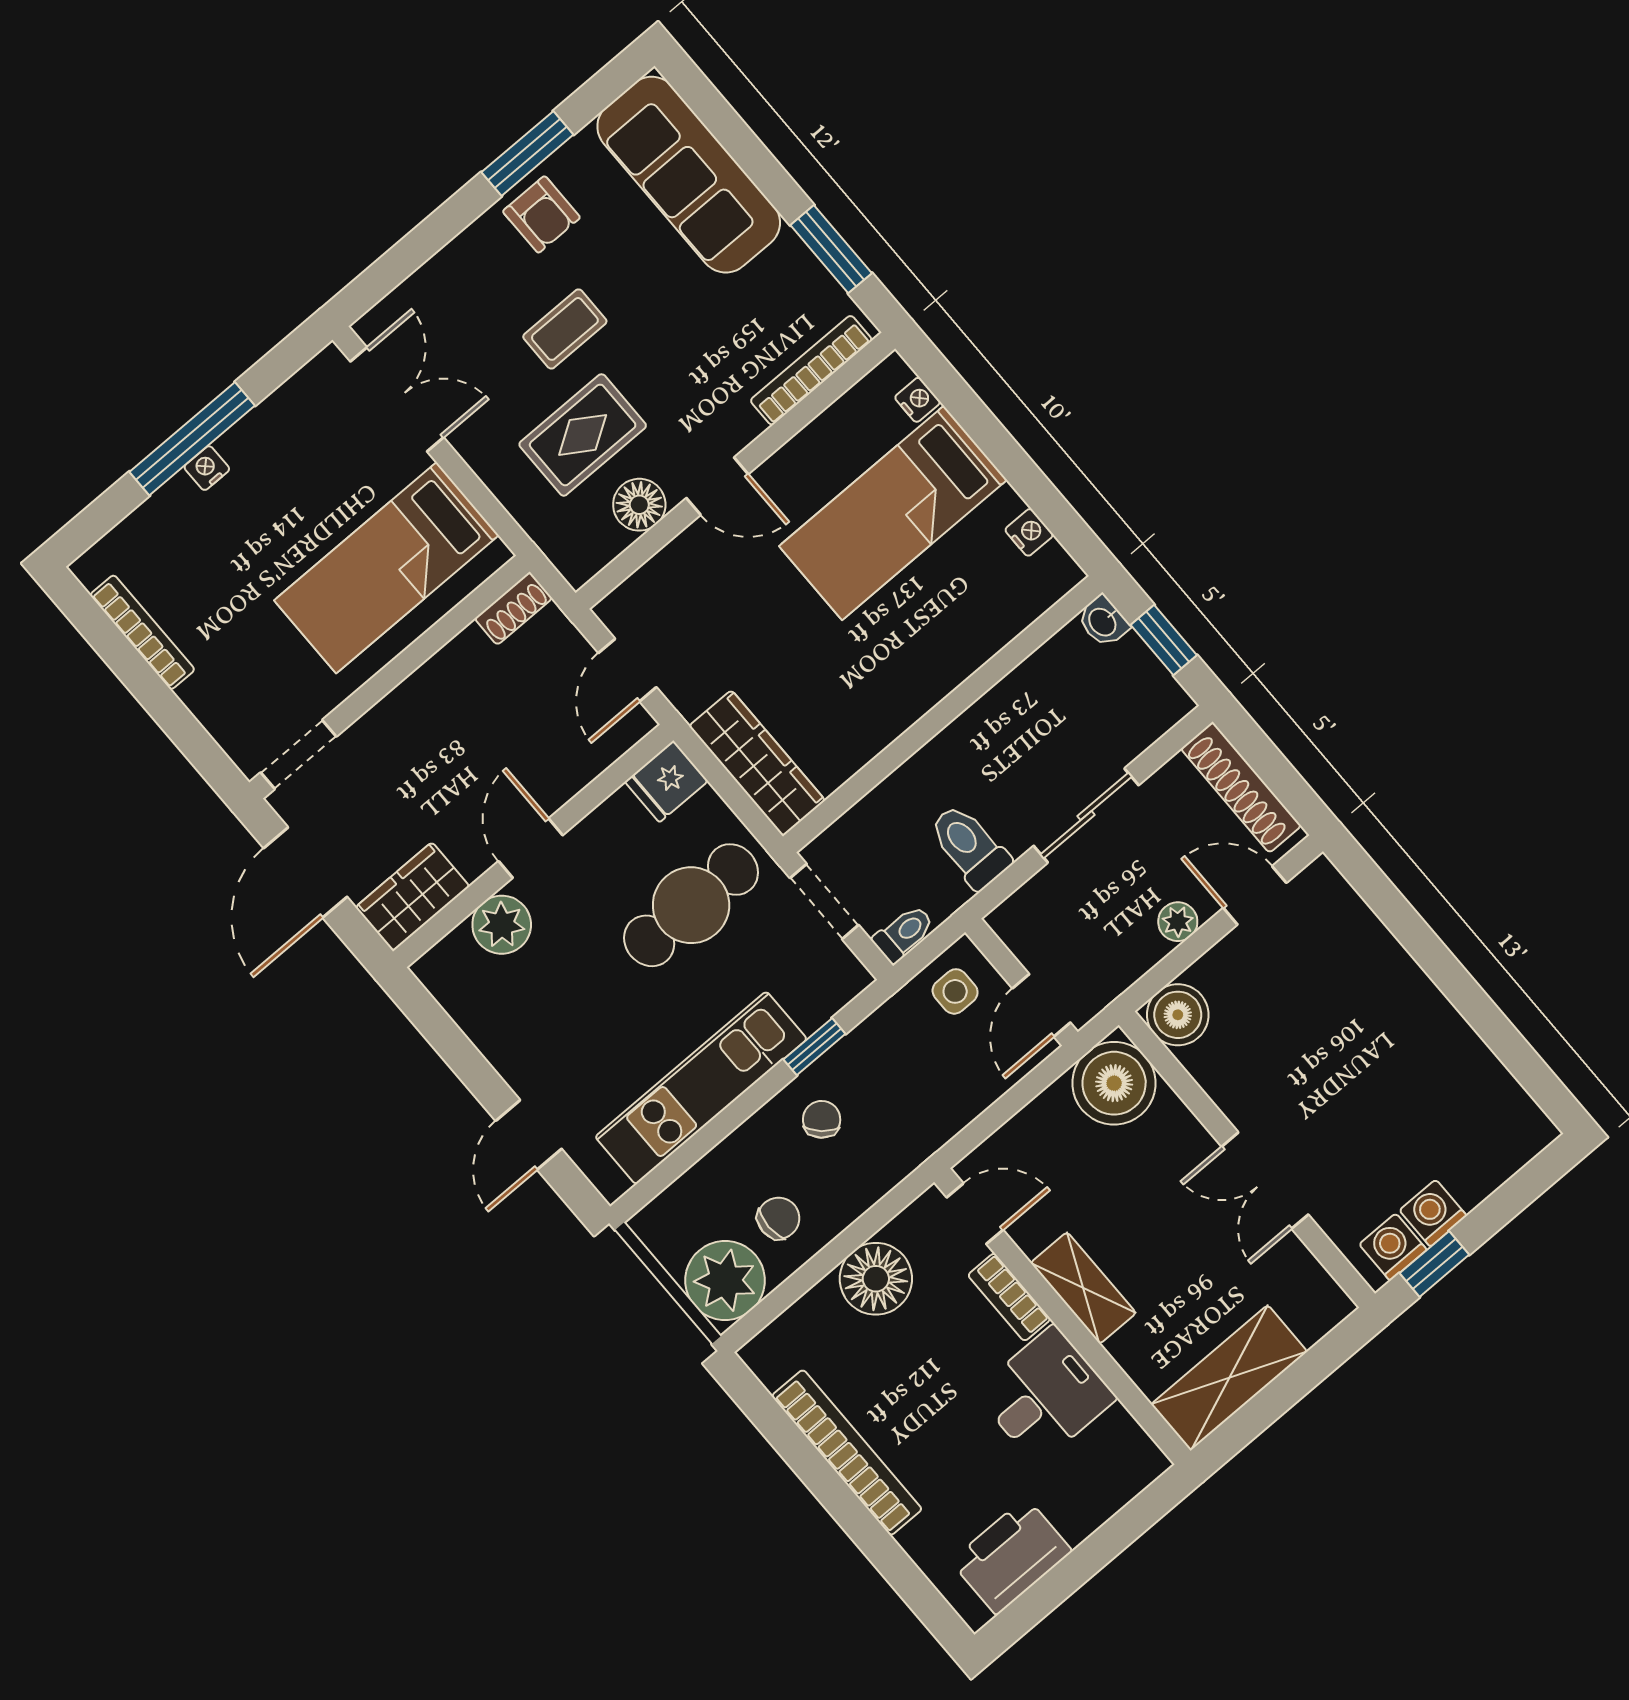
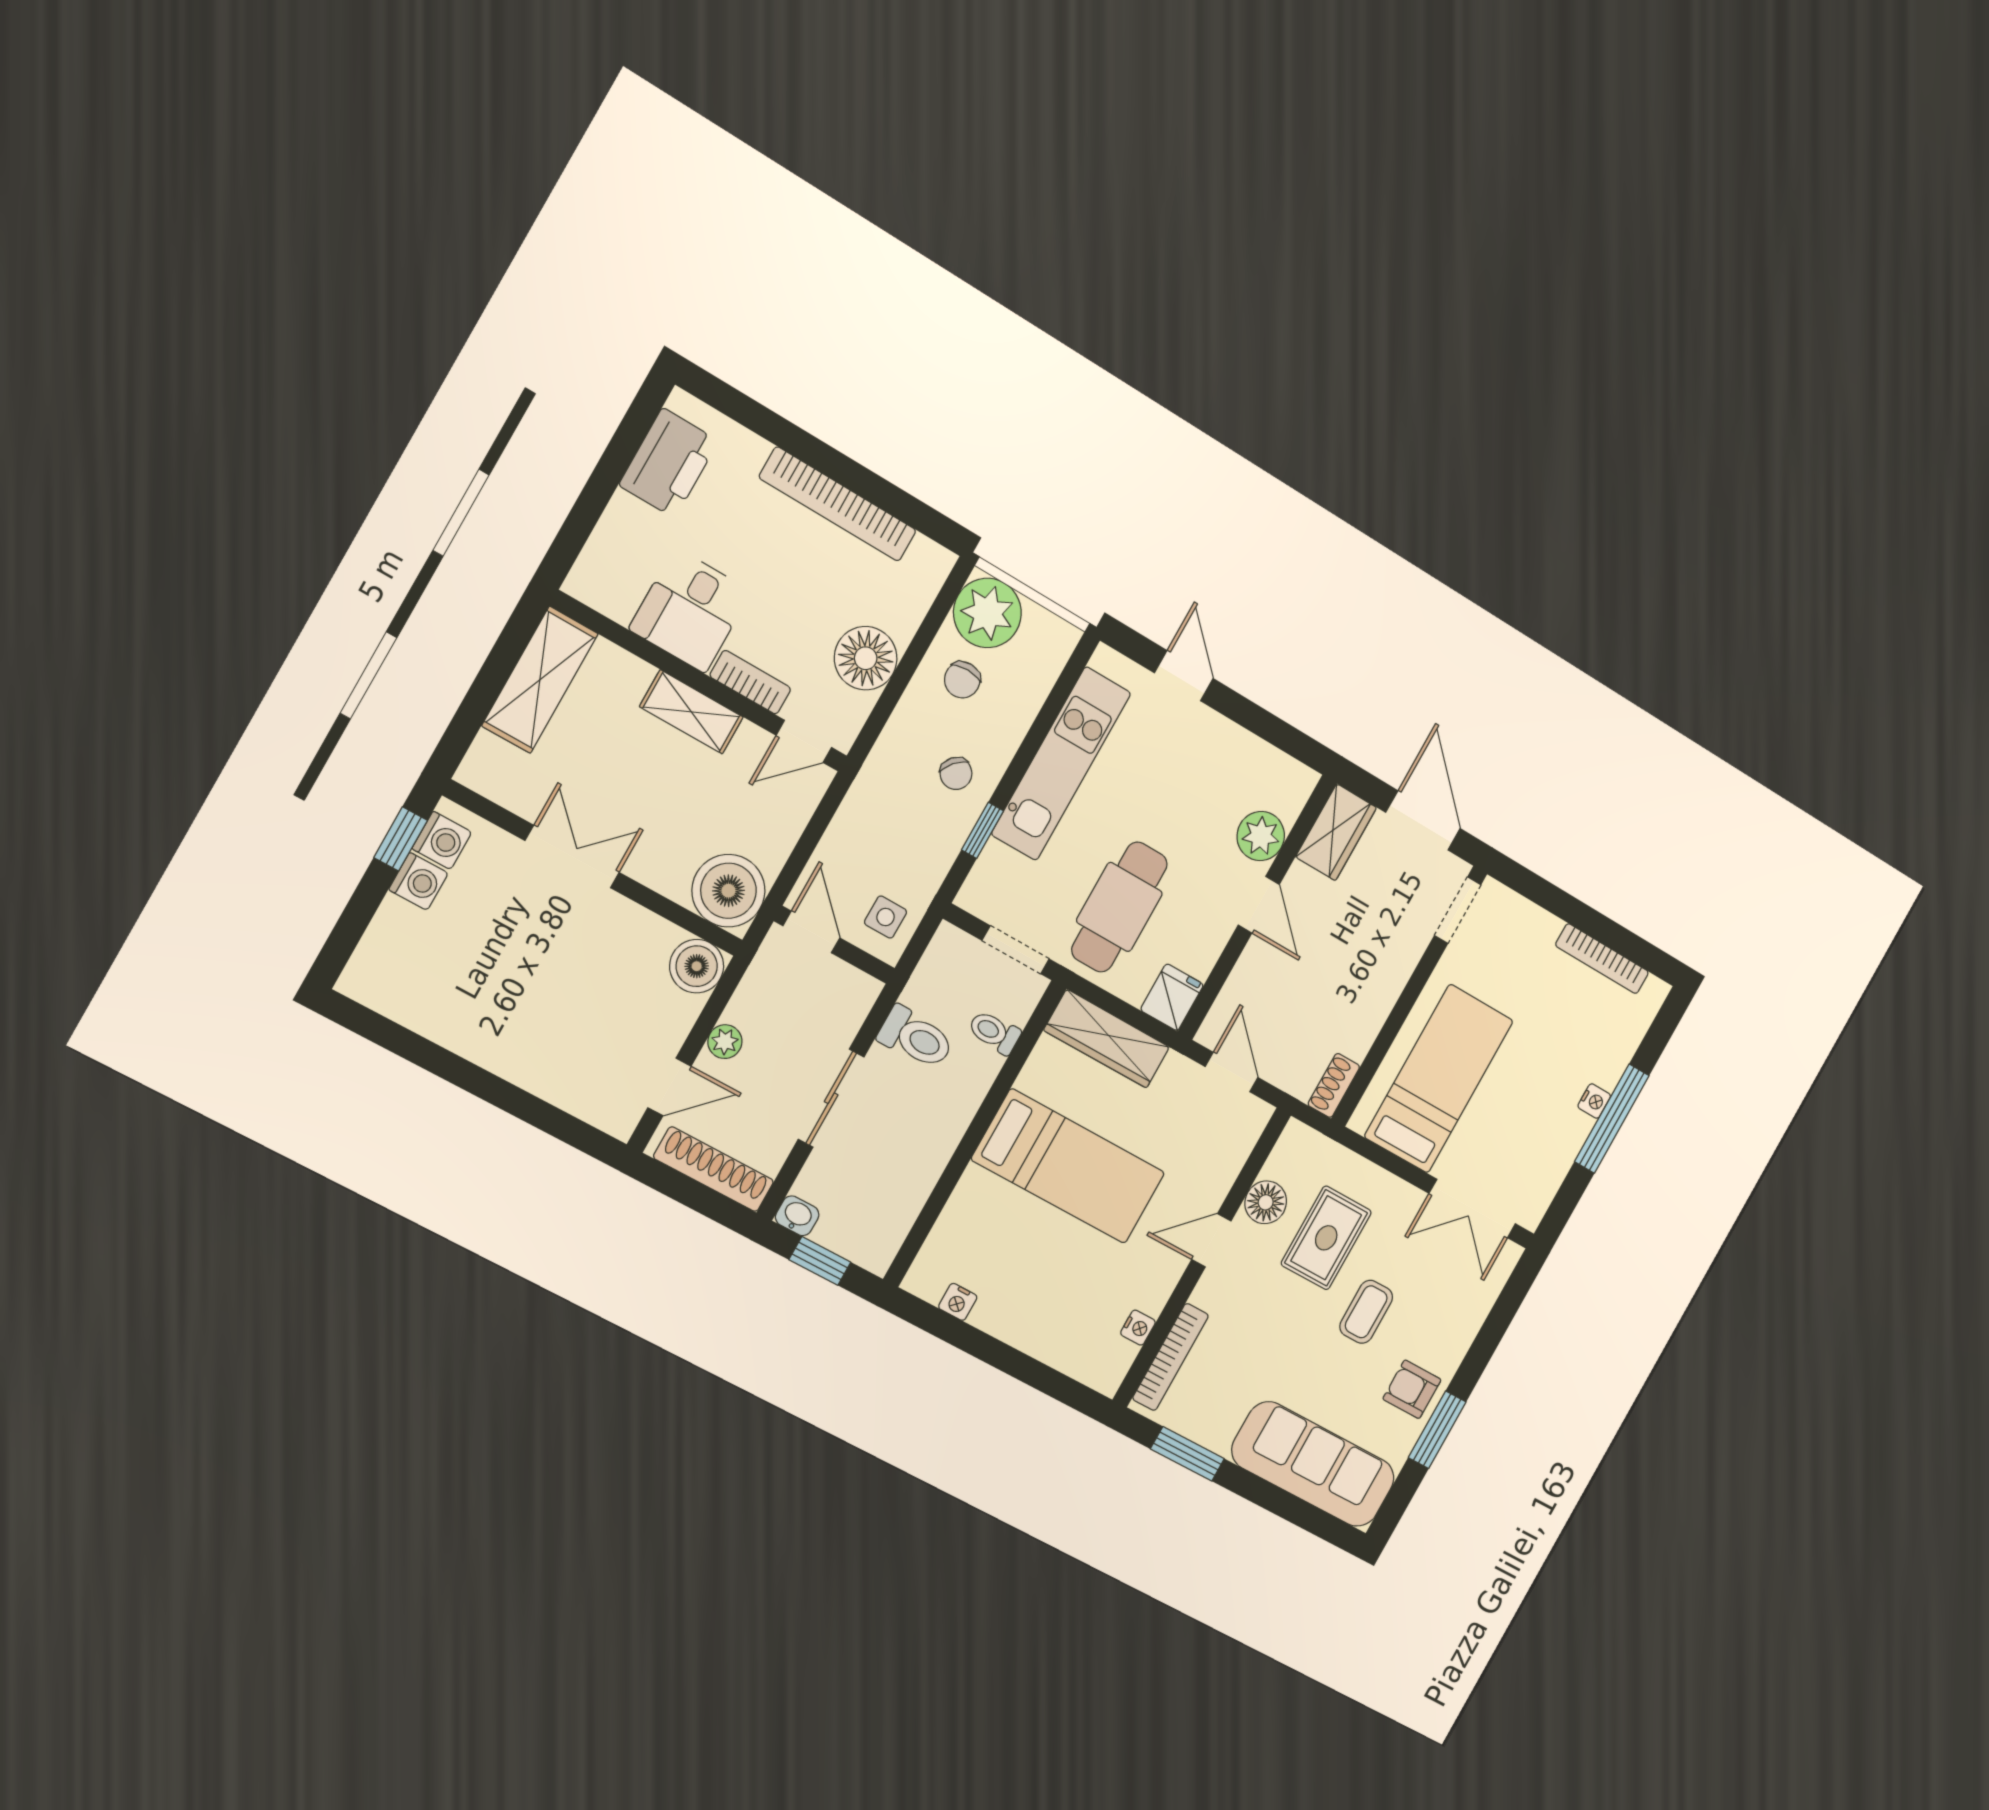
nightstand: (917, 400) -> (1138, 1328), moved, turned -90
bed: (893, 513) -> (1068, 1166), moved, turned 90
washbasin: (1103, 621) -> (797, 1216), moved
toilet: (904, 933) -> (994, 1032), moved, turned 90

